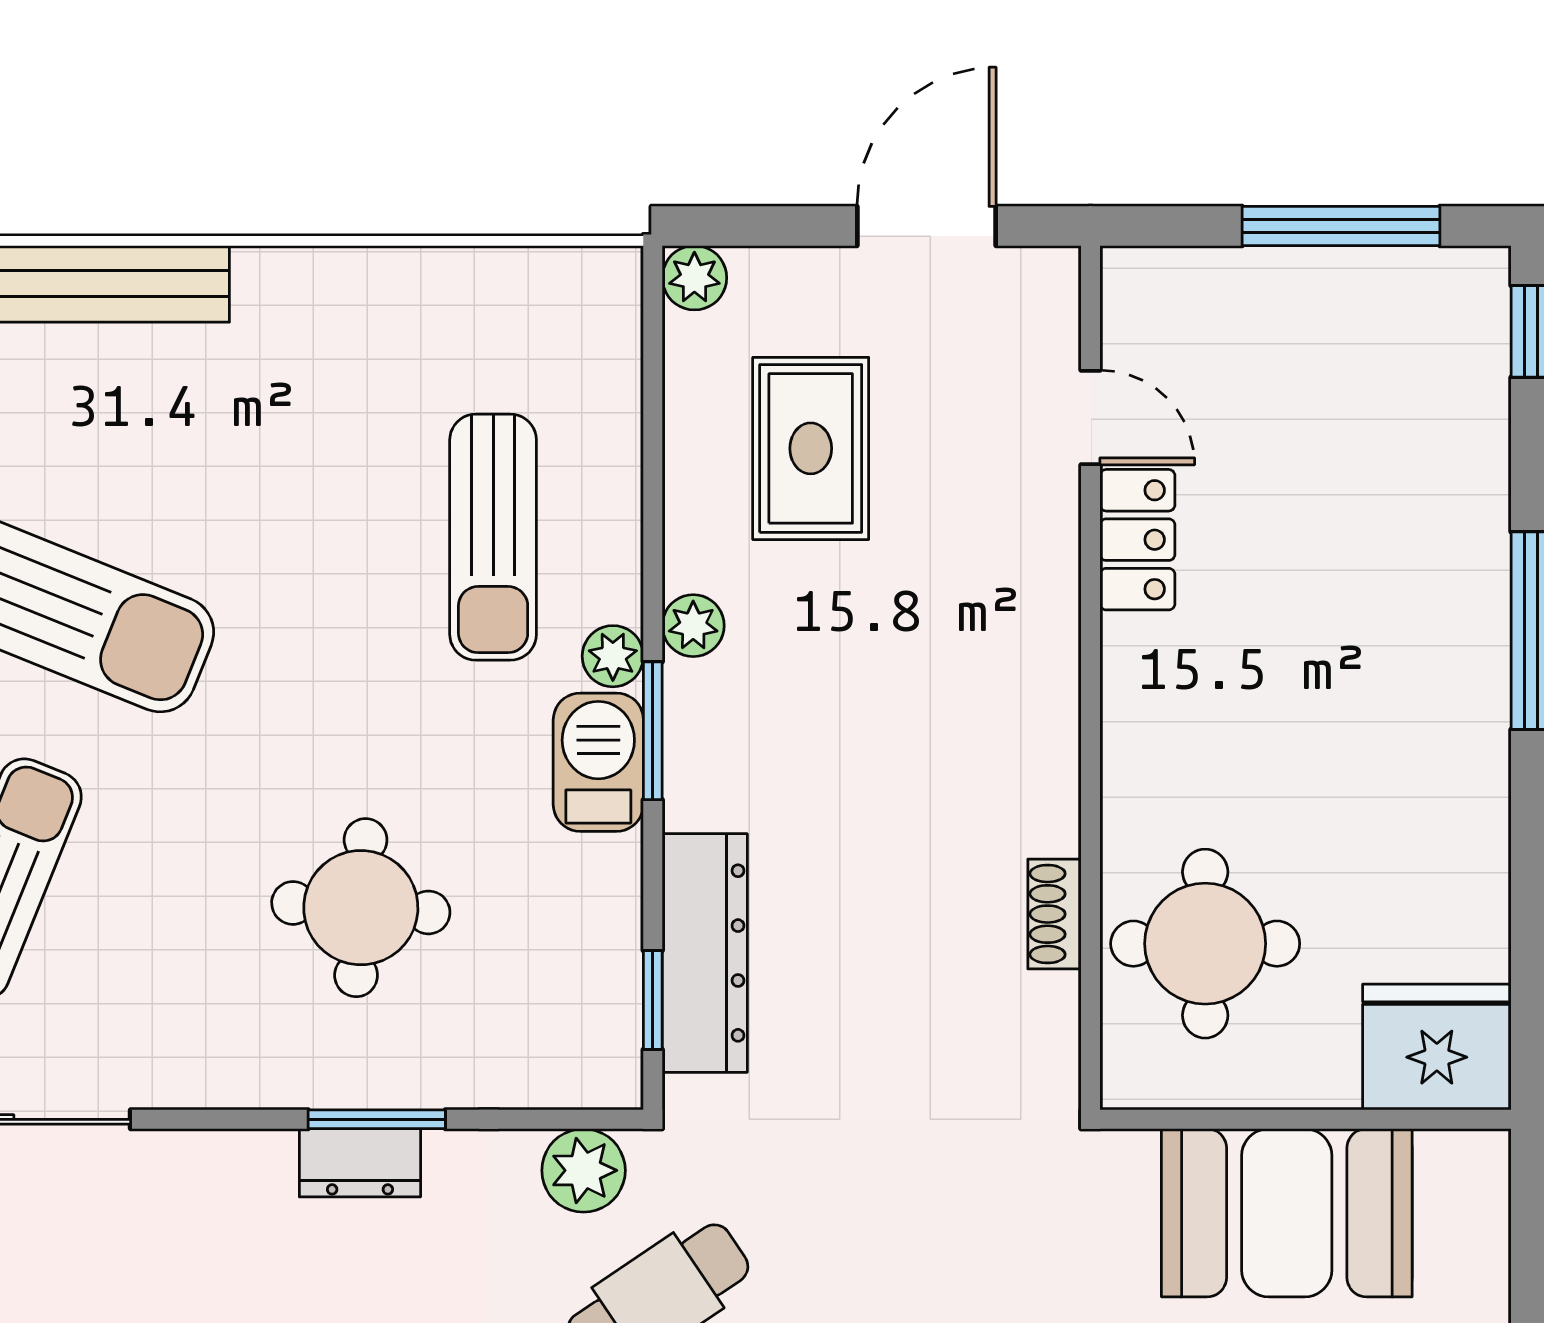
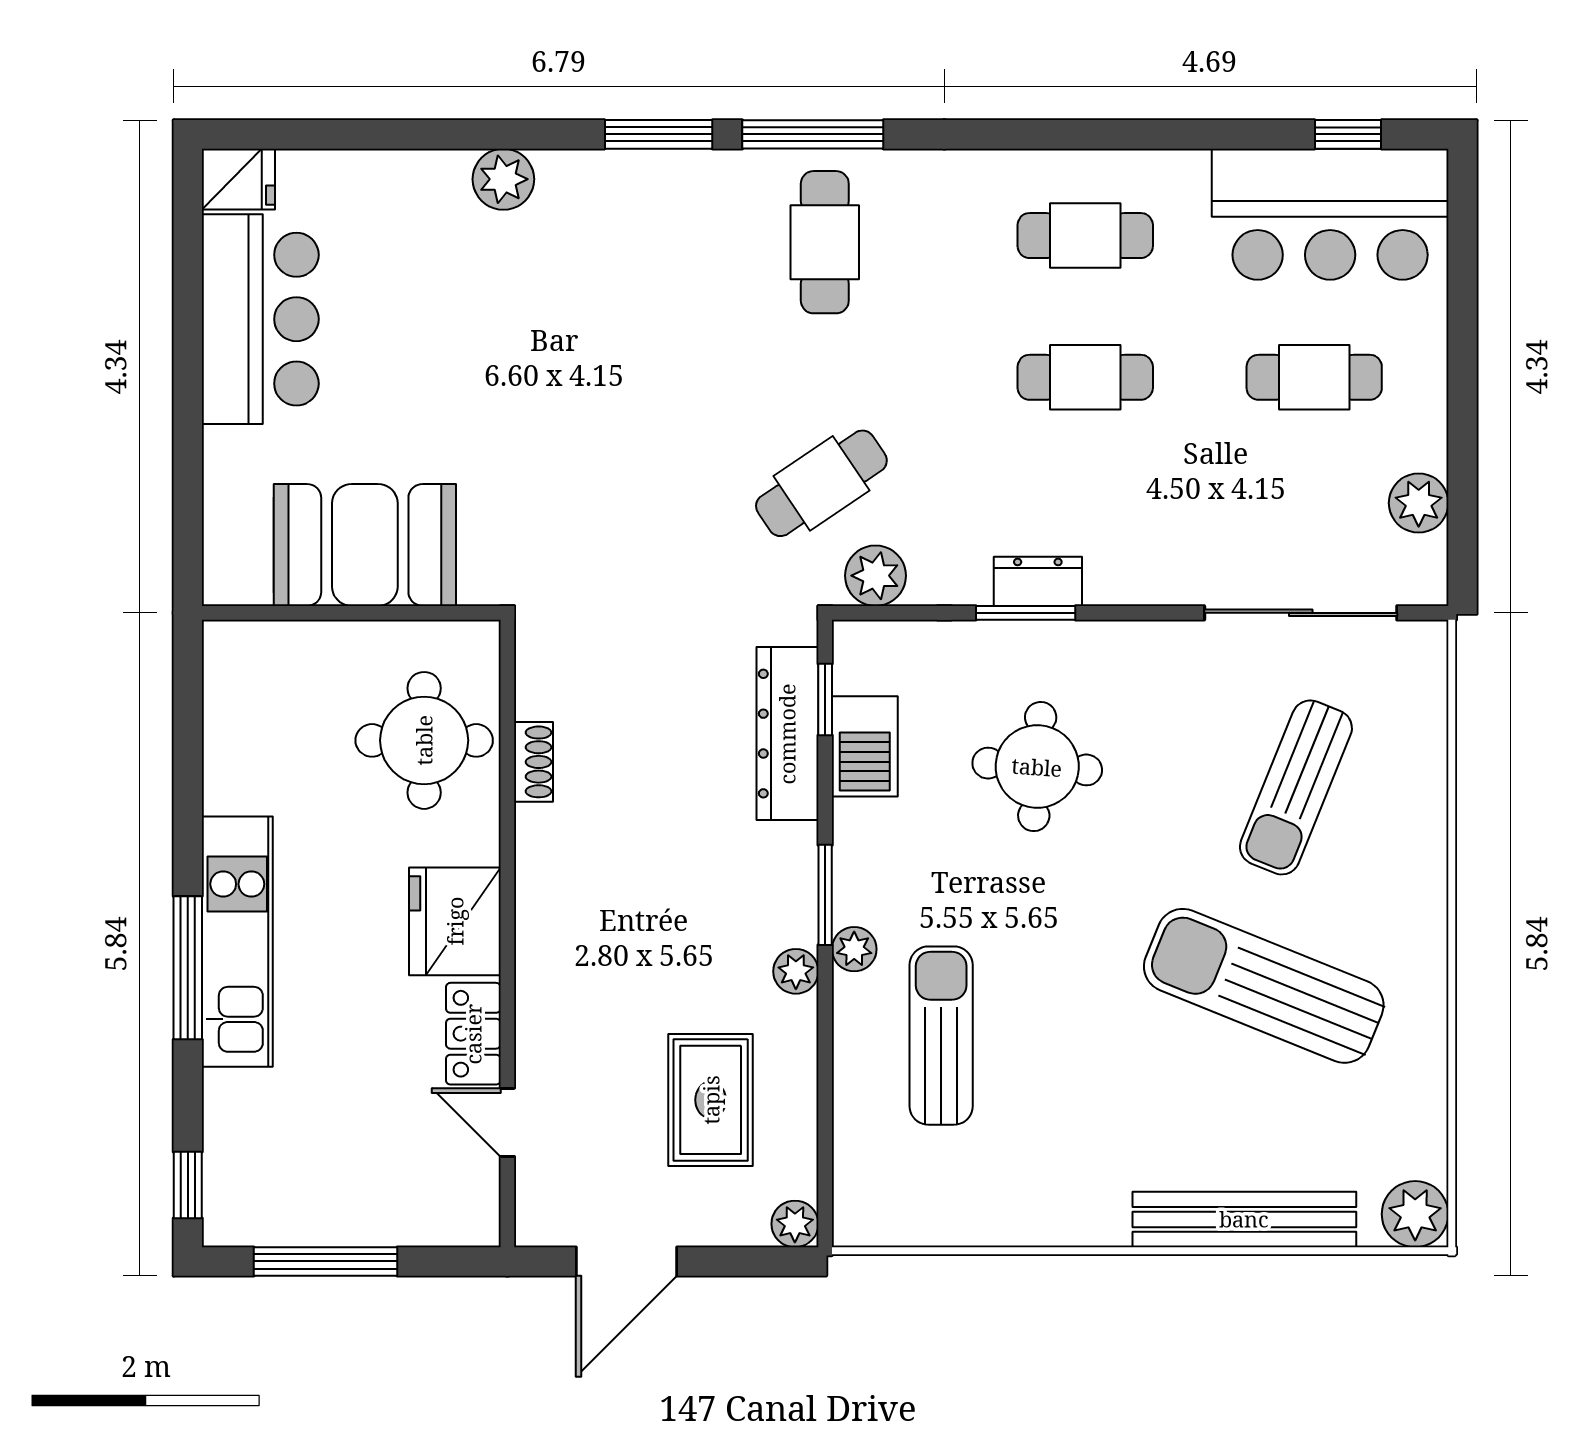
kitchen unit: (1462, 666) -> (237, 942), added
barbecue: (598, 762) -> (865, 746), moved
fridge: (1437, 1047) -> (455, 921), moved, turned 90

